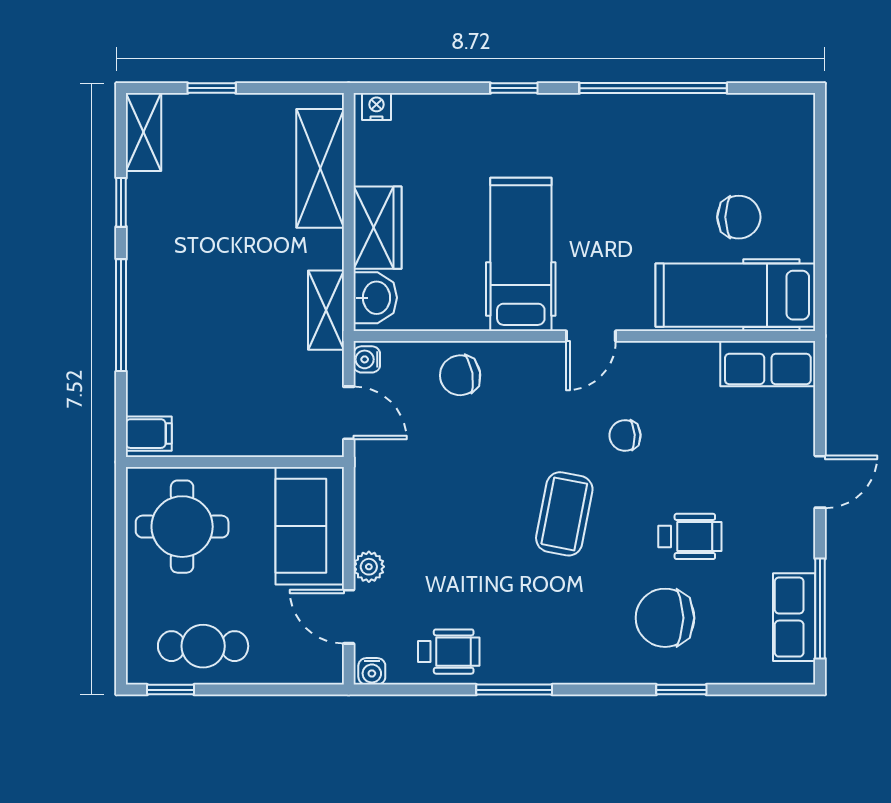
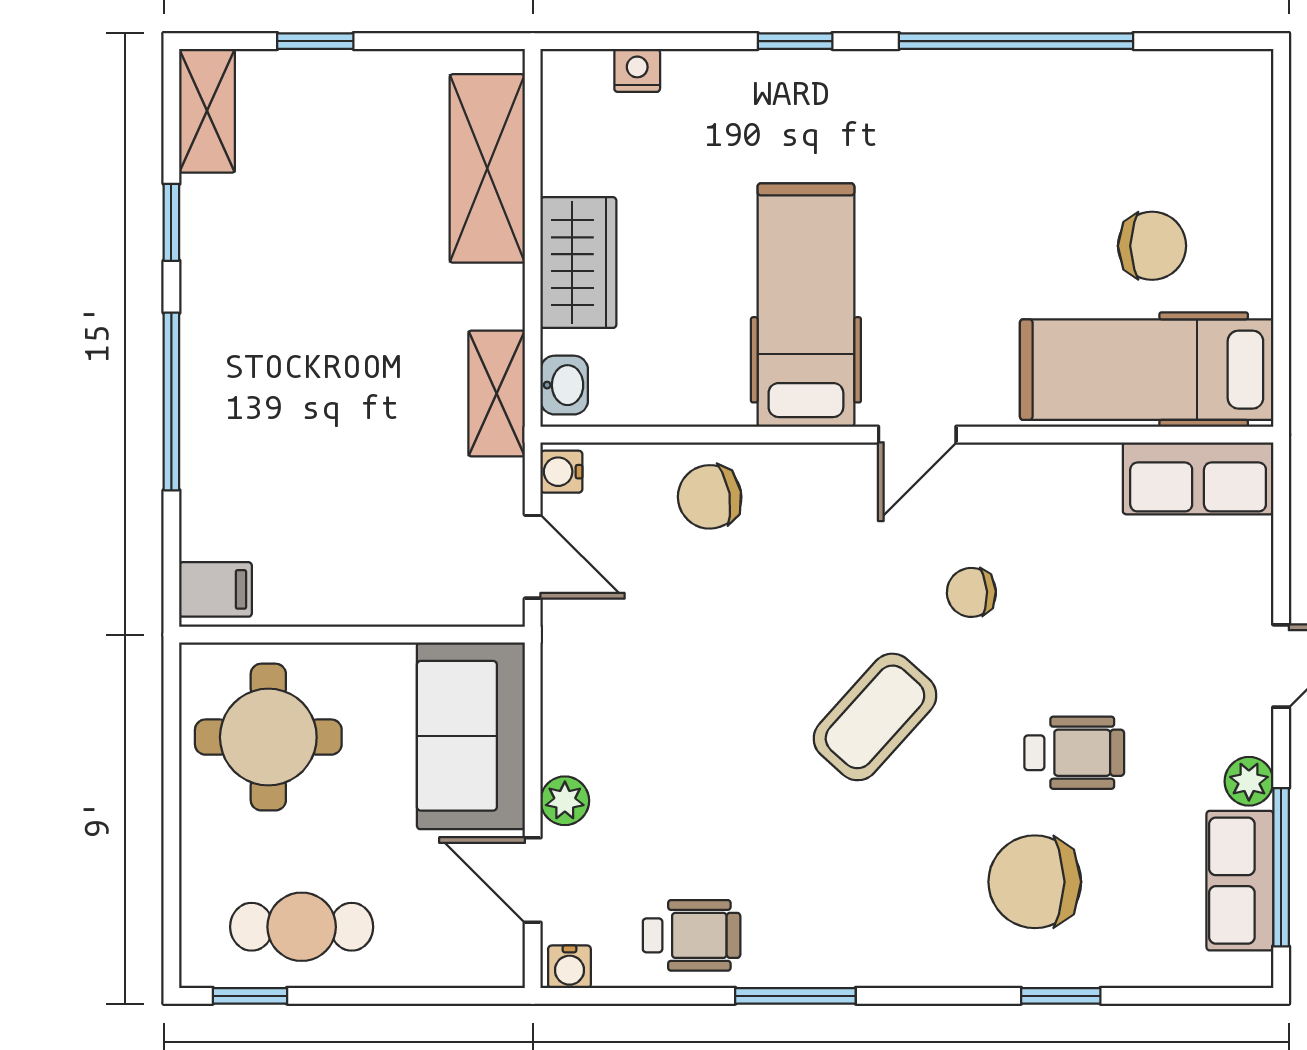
nightstand: (377, 107) -> (637, 70), moved
washbasin: (375, 298) -> (564, 385), width x0.72, depth x0.69
coffee table: (564, 514) -> (875, 717), turned 31
plant: (800, 554) -> (1249, 781), added

